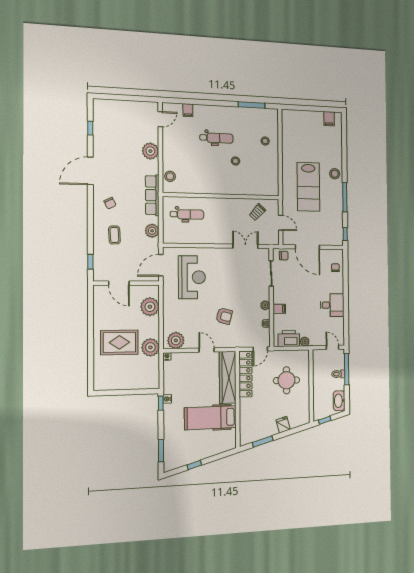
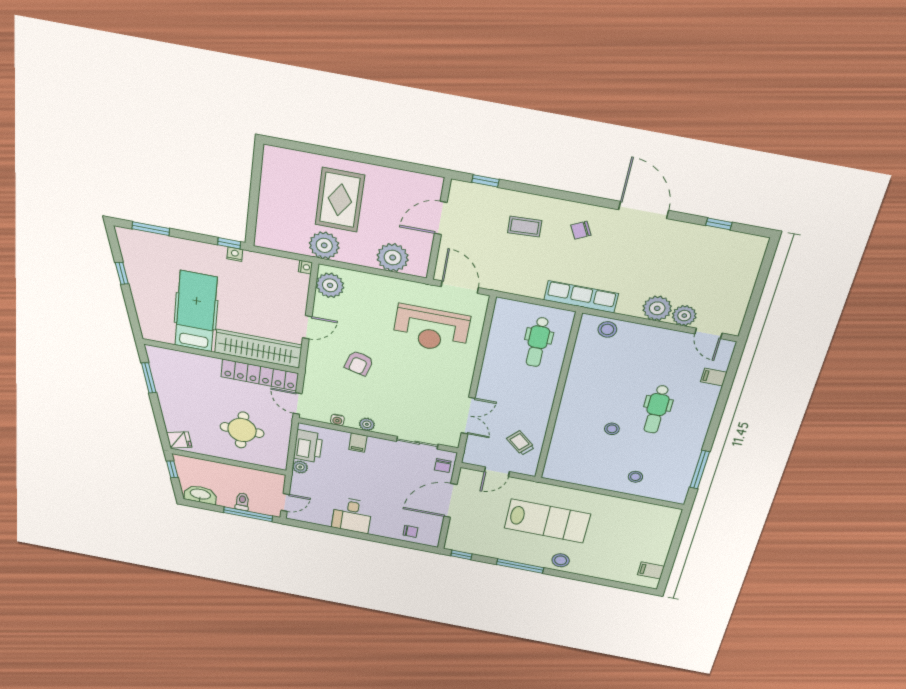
lab bench: (308, 187) -> (547, 521), turned 180
plant: (152, 231) -> (684, 316), moved
fridge: (283, 425) -> (179, 440), moved

